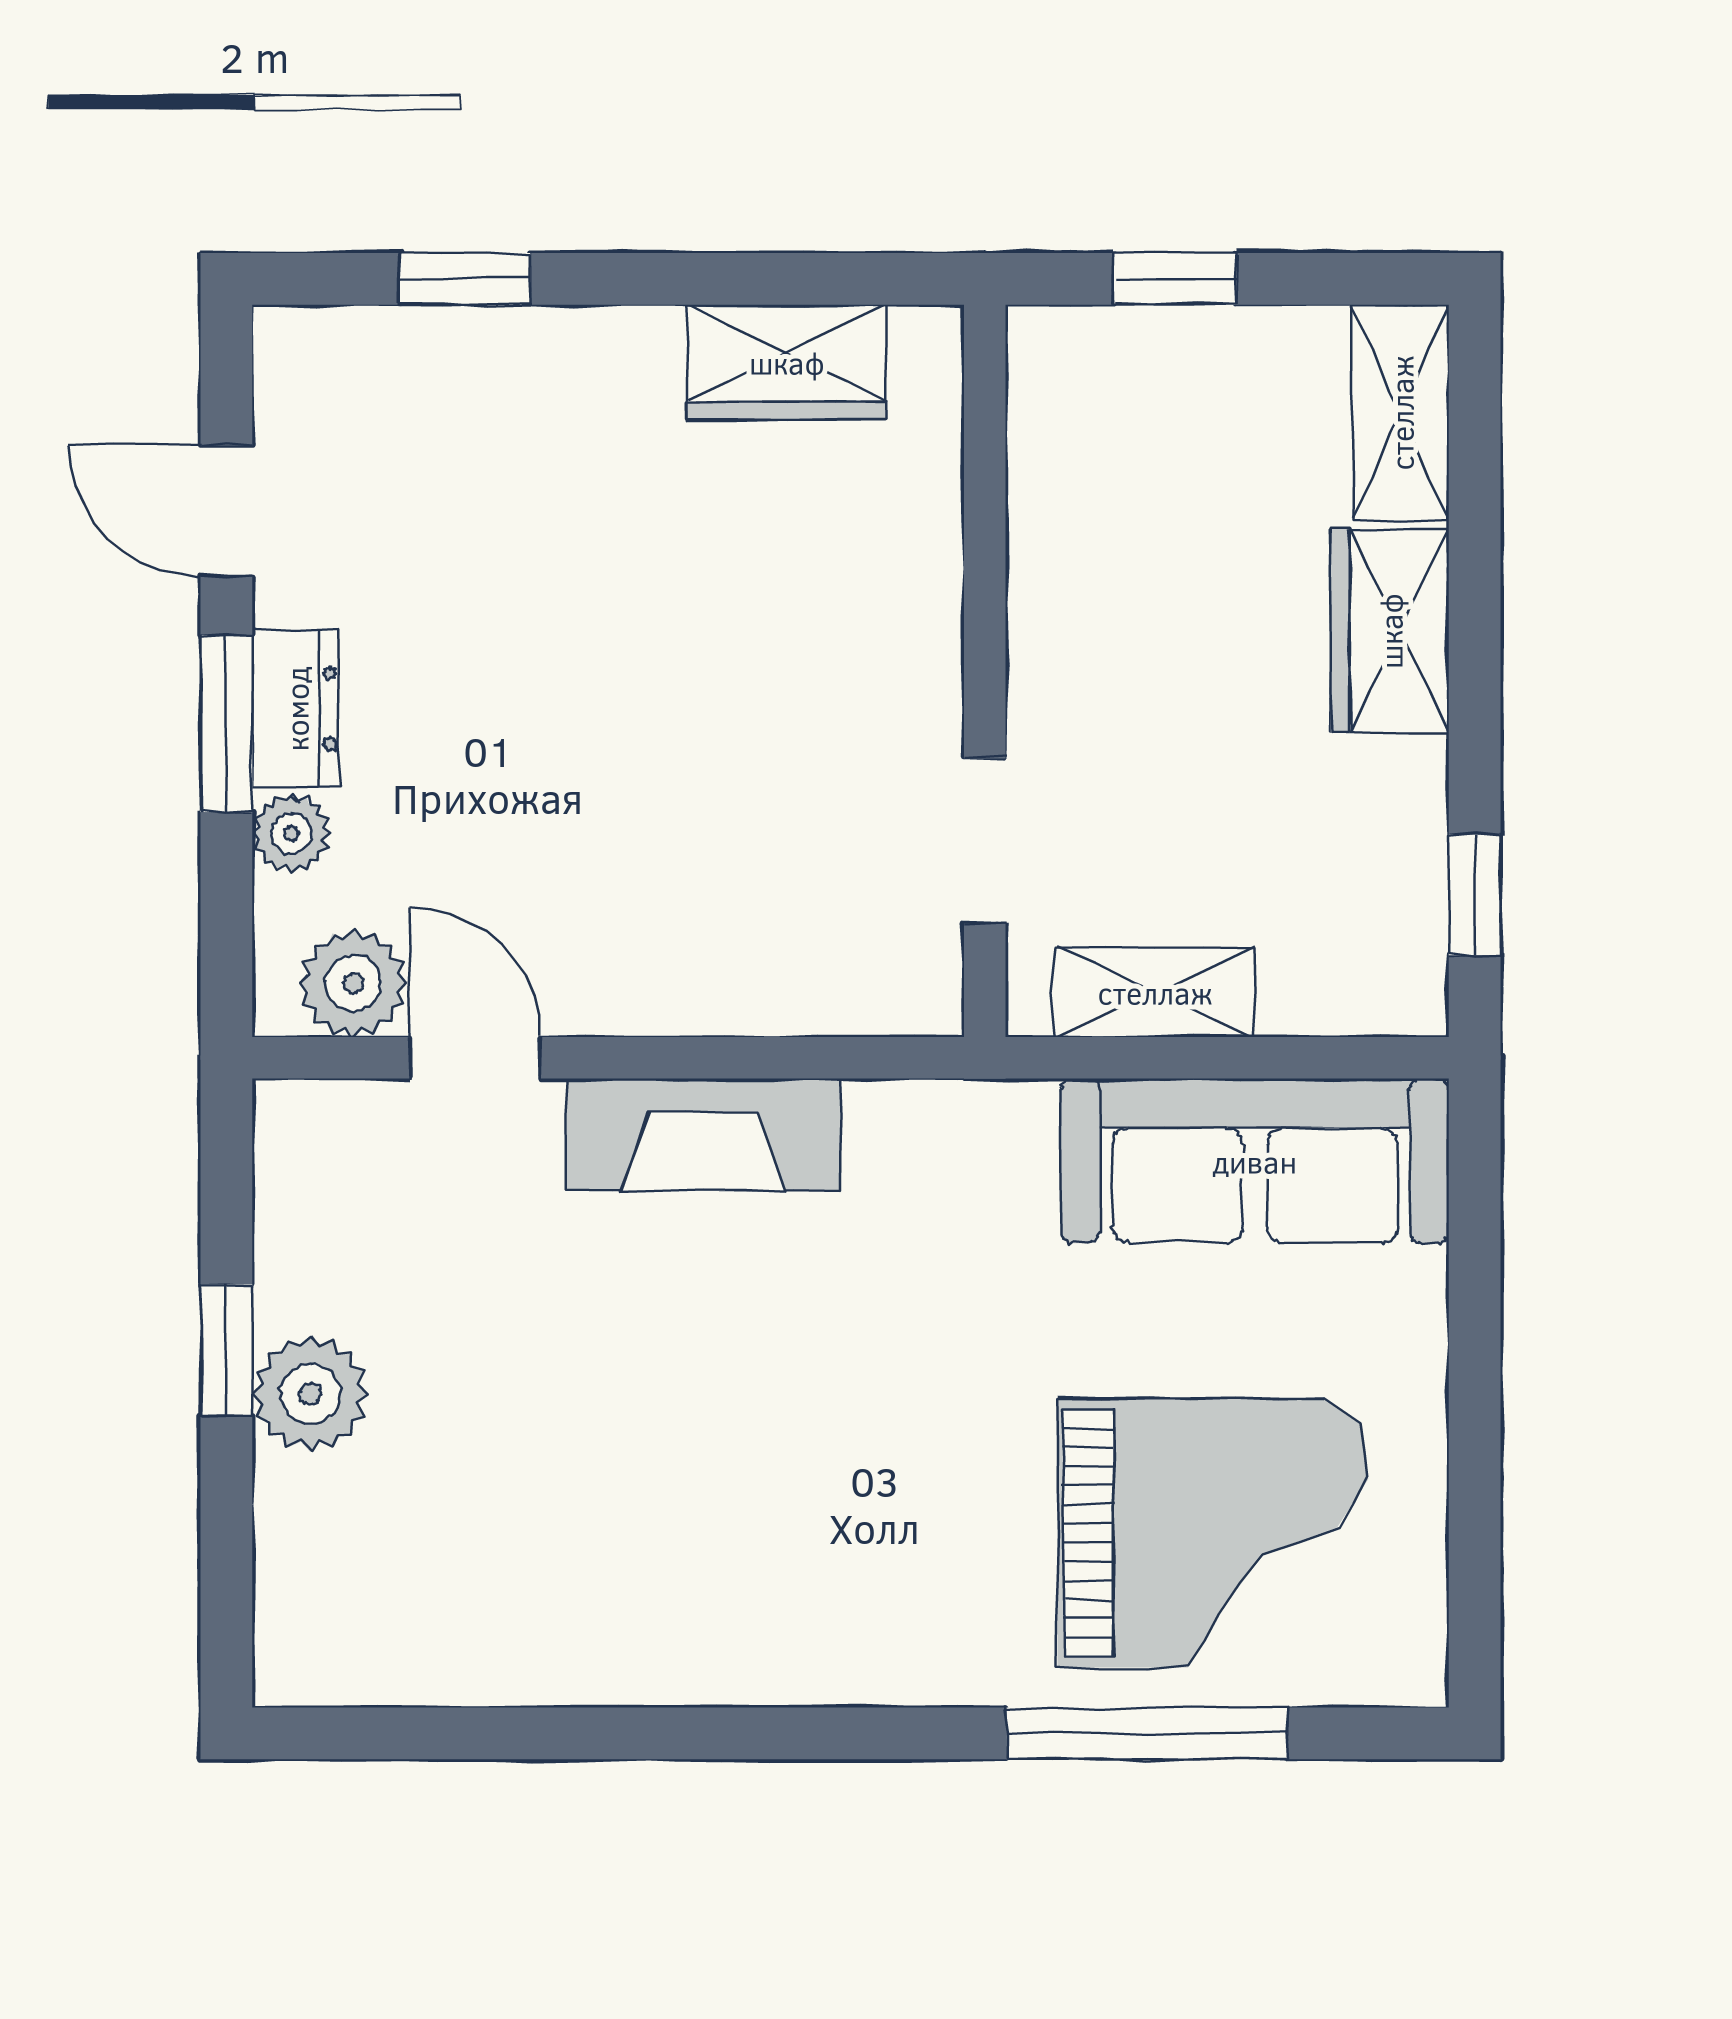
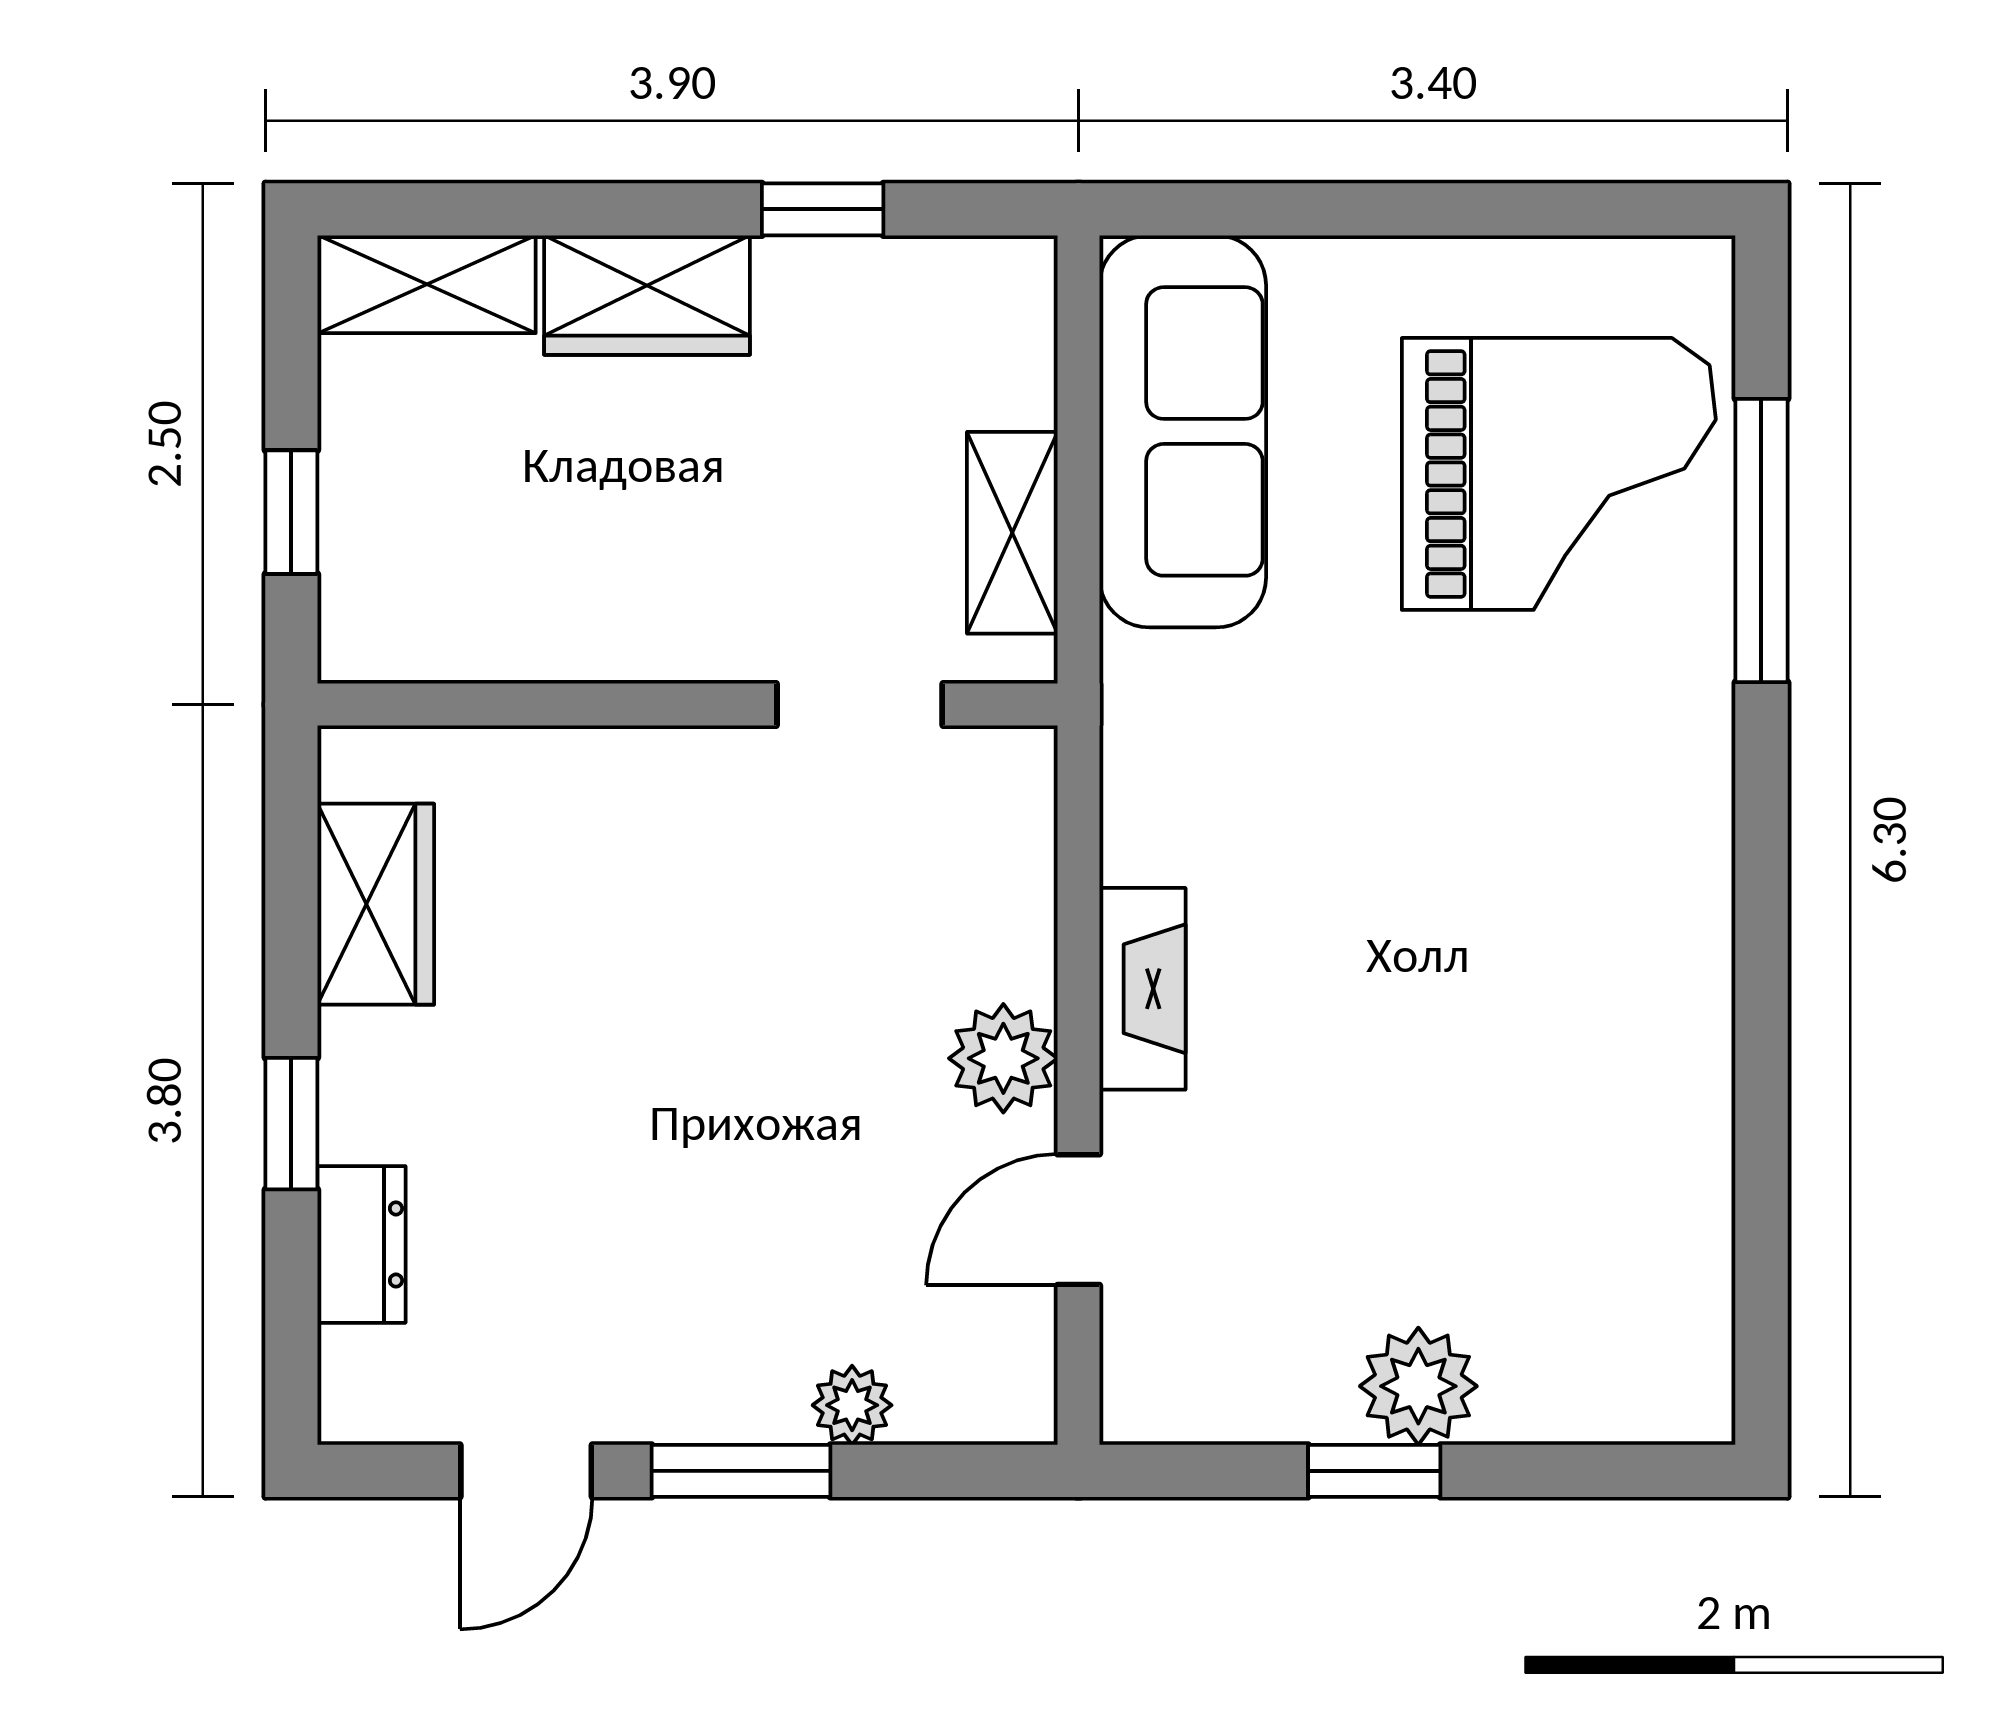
window: (465, 279) -> (291, 1124), moved
dresser: (296, 709) -> (362, 1244), moved, turned 90
window: (1475, 895) -> (823, 209), moved
plant: (353, 983) -> (1003, 1058), moved
fireplace: (703, 1134) -> (1143, 989), width x0.73, depth x0.76
grand piano: (1213, 1533) -> (1559, 474), turned 90

